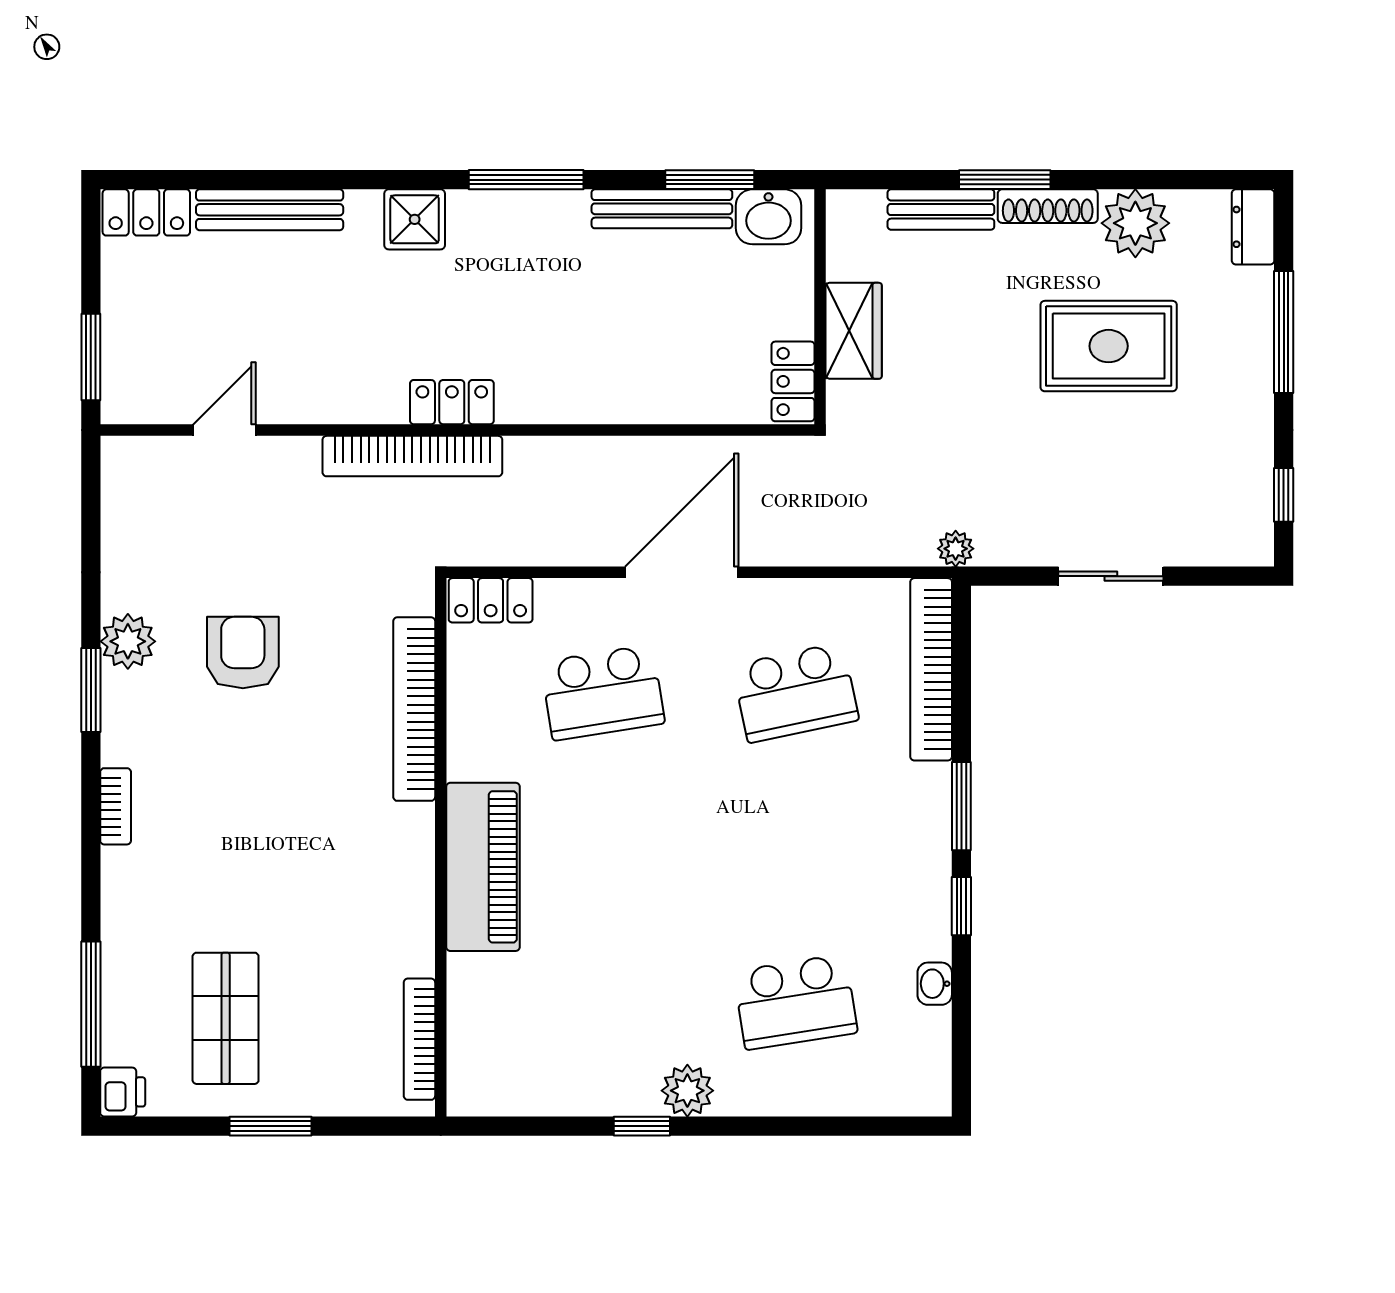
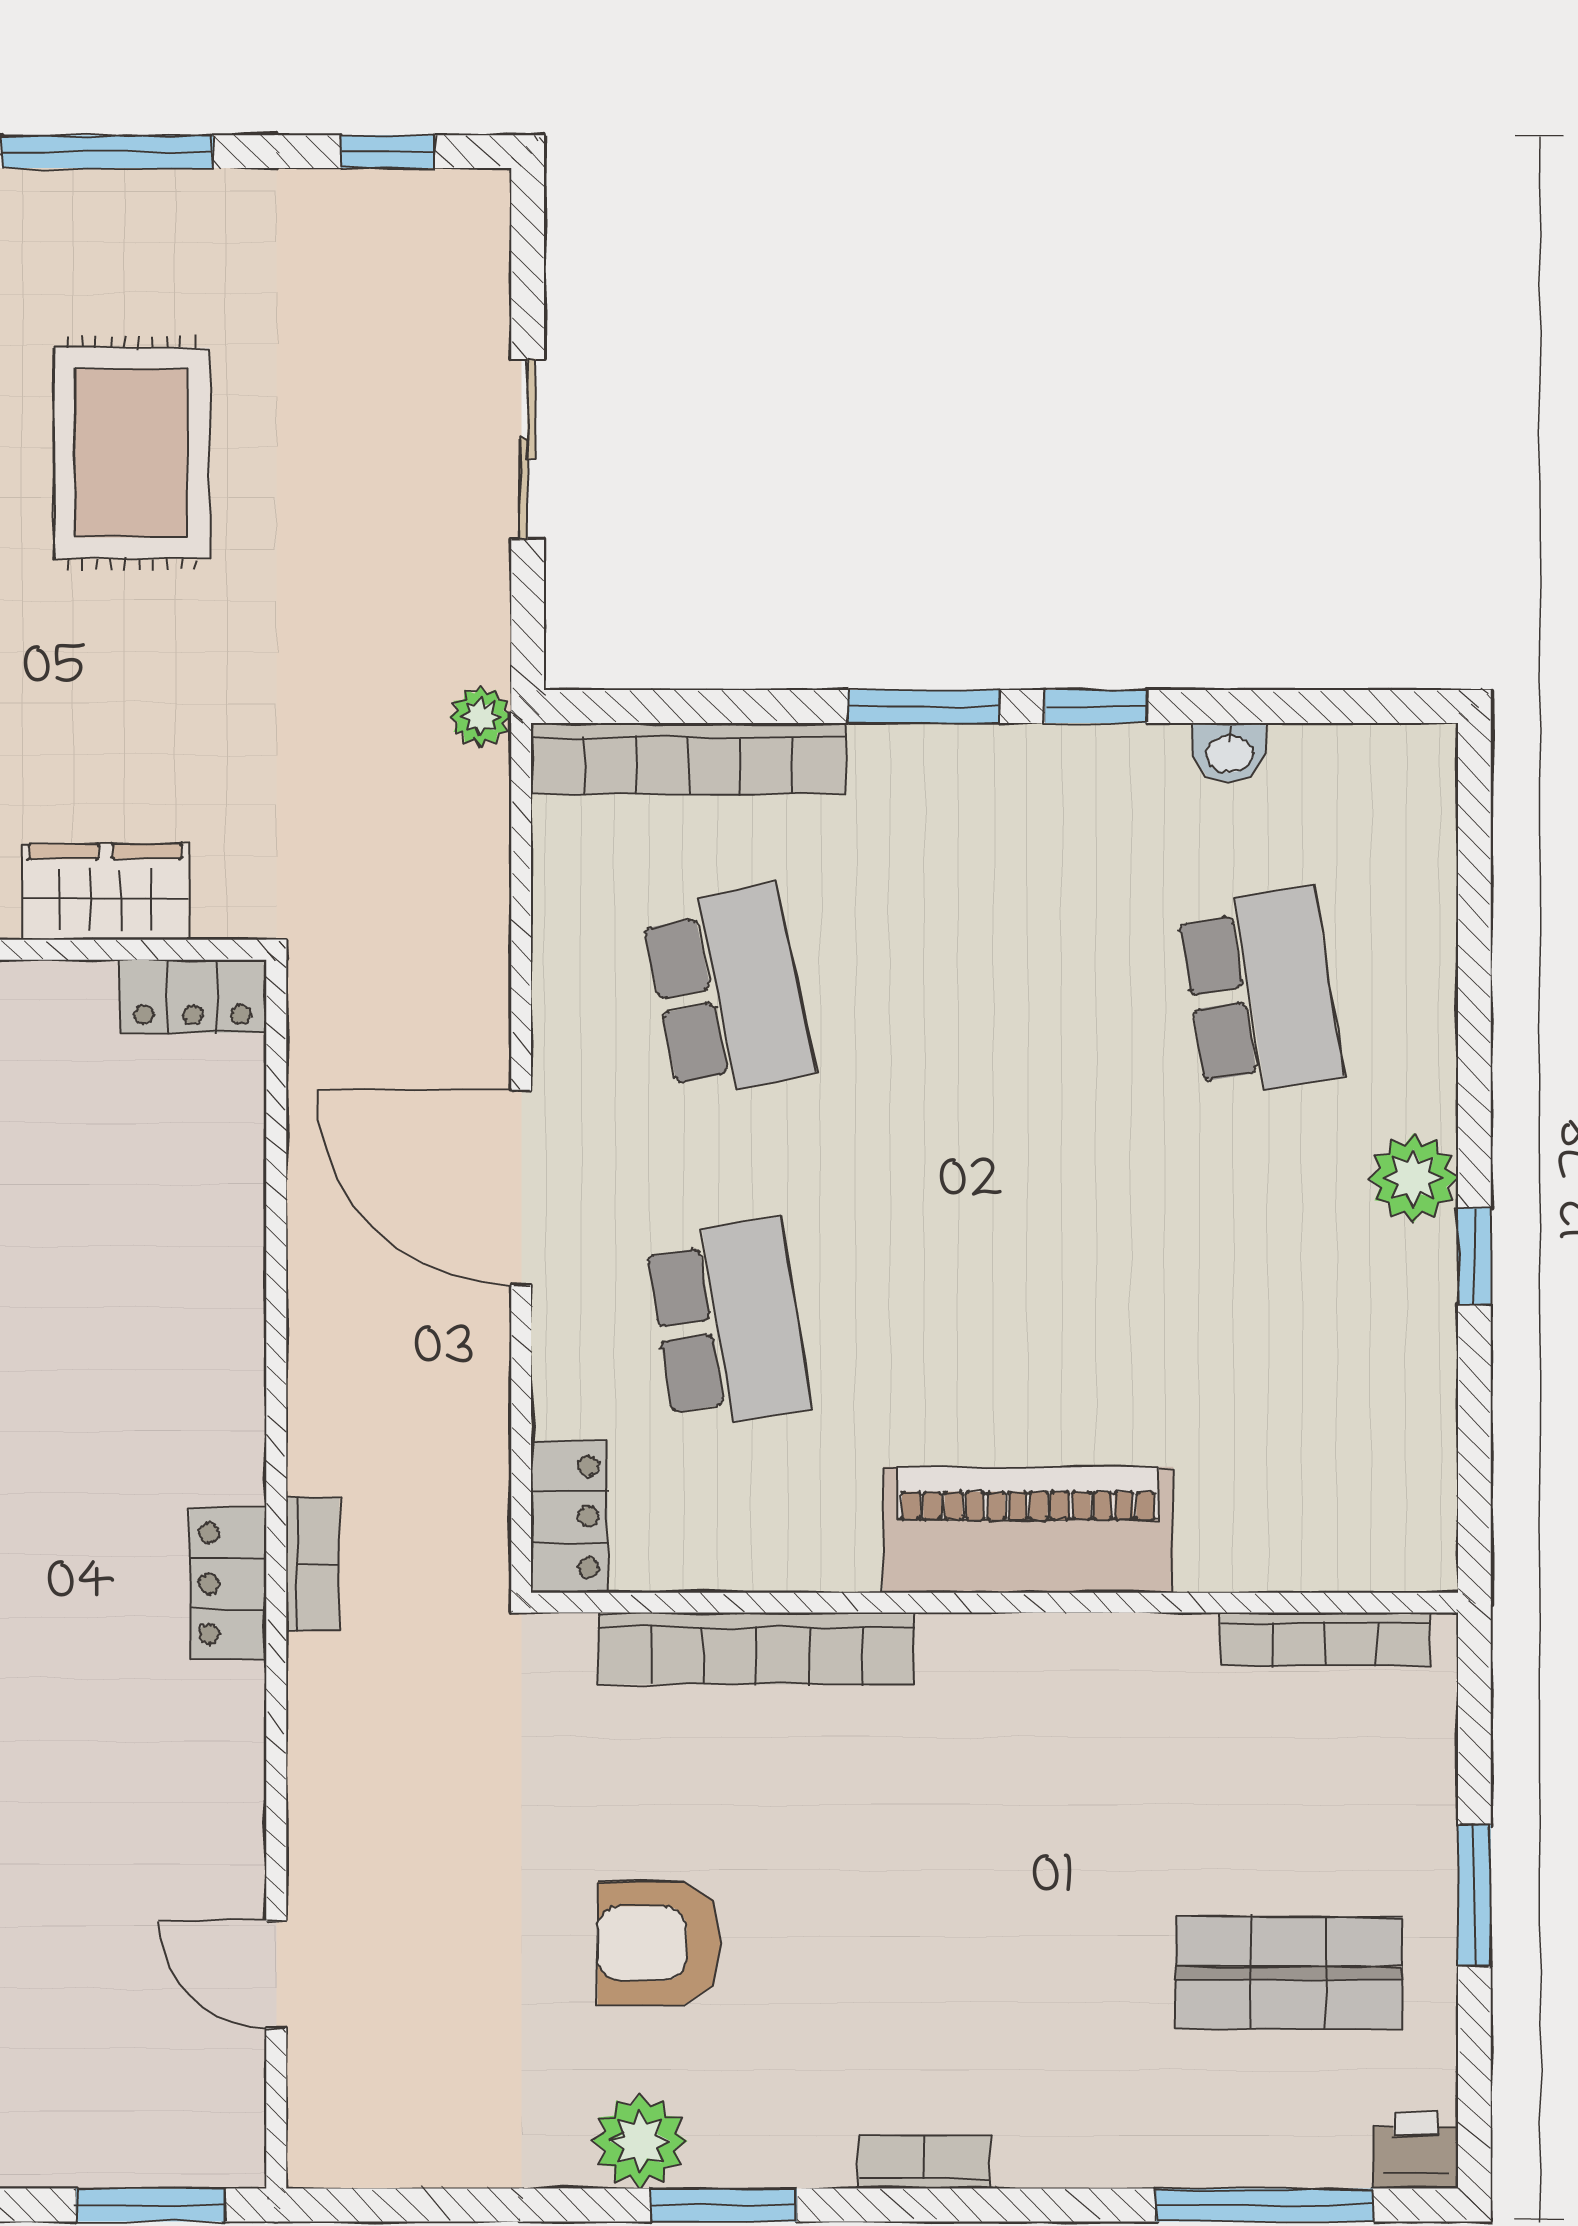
bookcase: (412, 456) -> (313, 1564), width x0.43, depth x0.76

